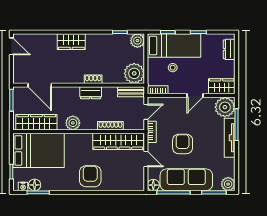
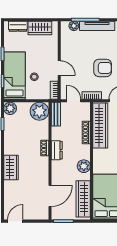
wardrobe: (222, 86) -> (40, 28), moved, turned -90
door: (195, 95) -> (59, 68), moved
plant: (225, 107) -> (74, 26), width x0.53, depth x0.53
armchair: (183, 144) -> (103, 68), turned 180

